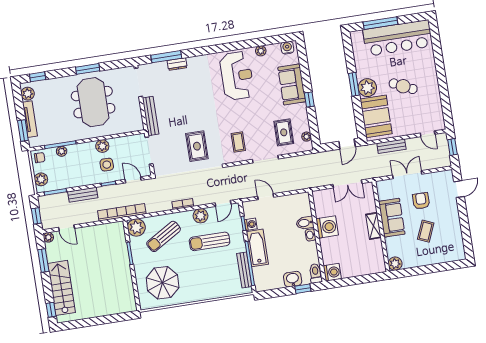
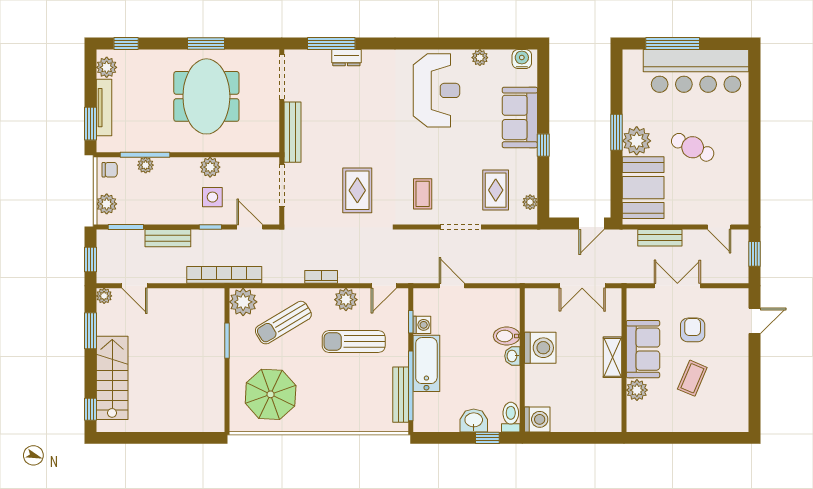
plant: (395, 264) -> (637, 390), moved

